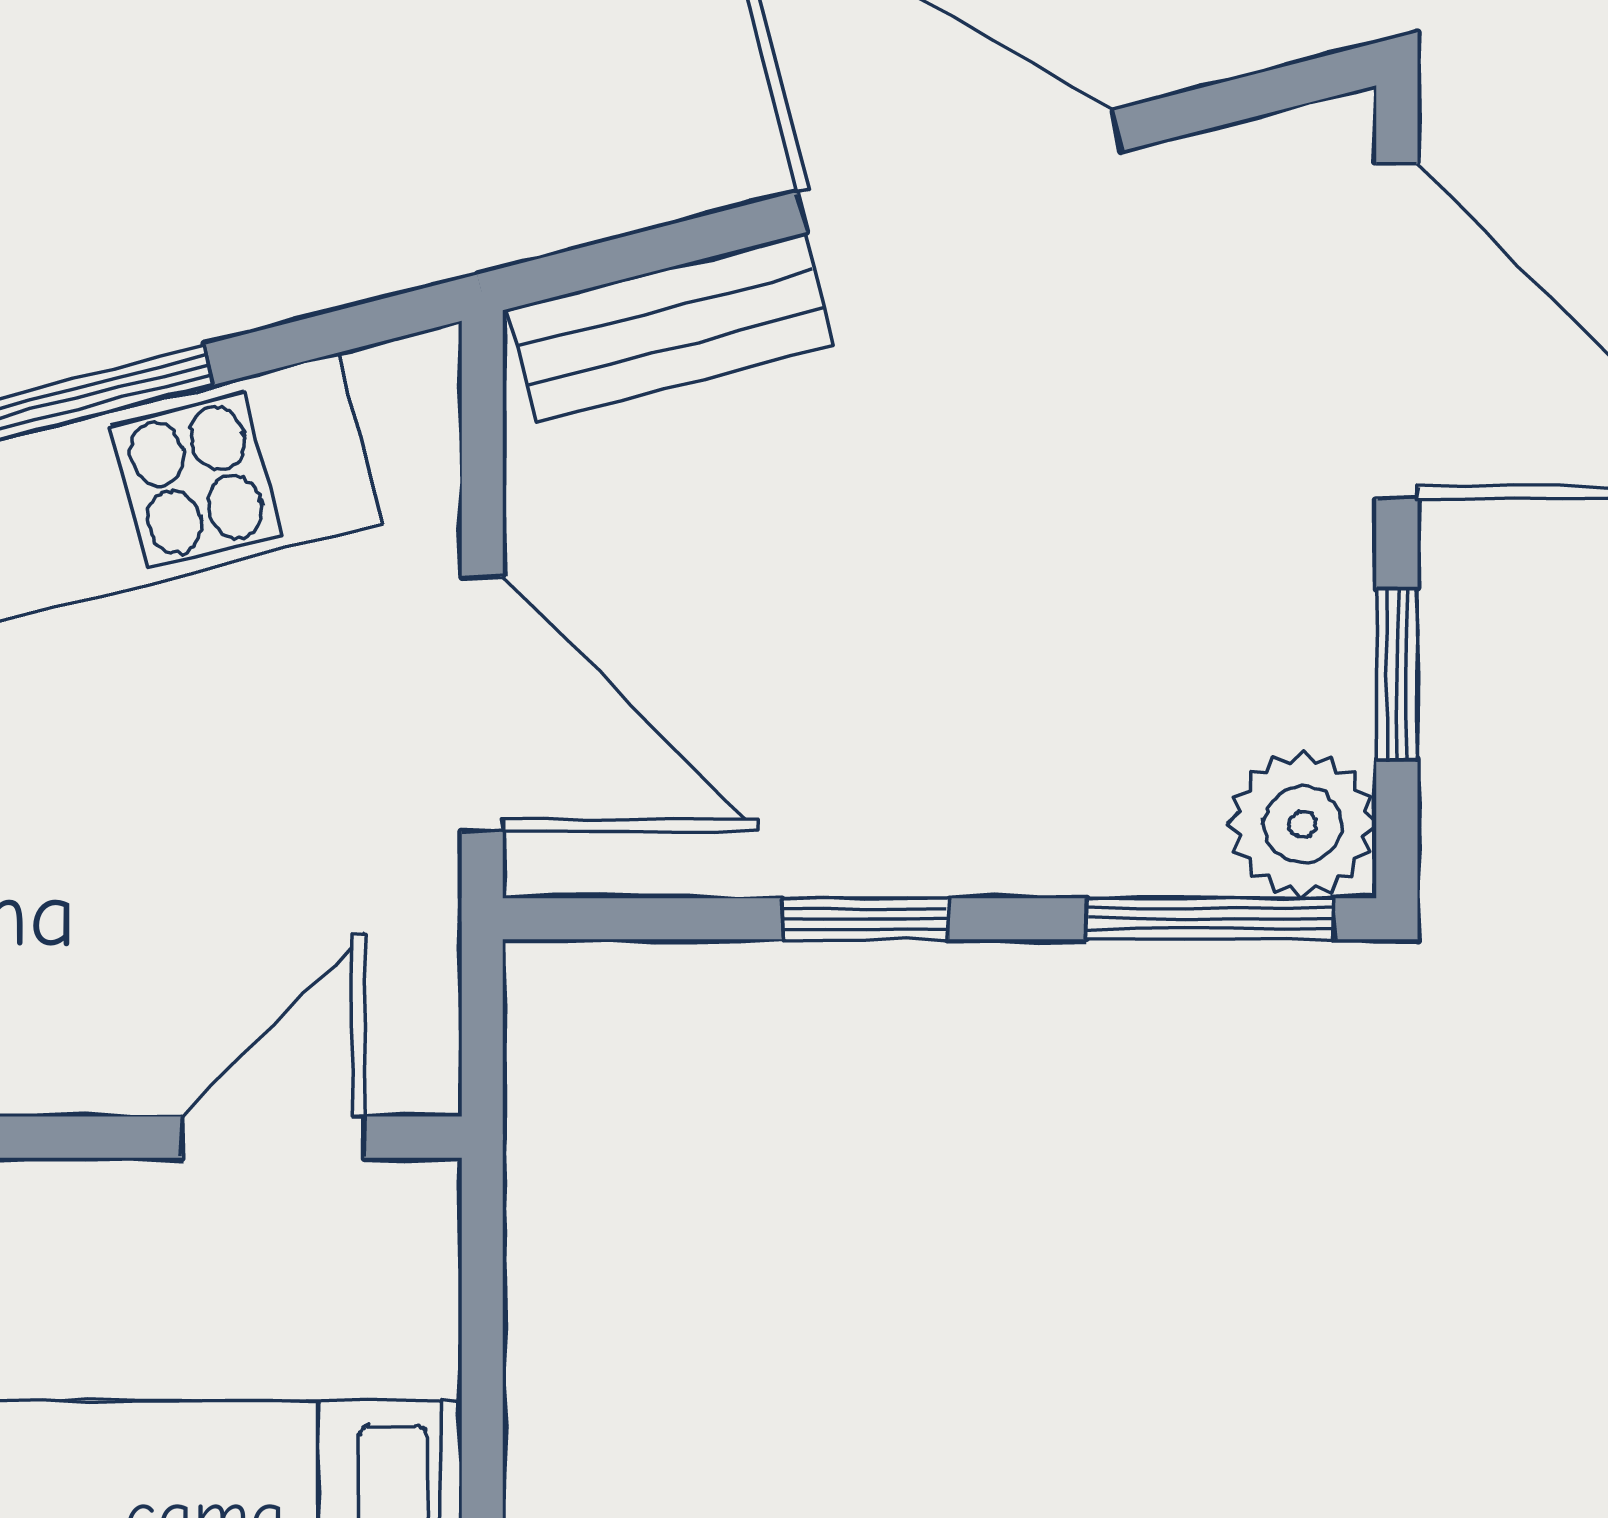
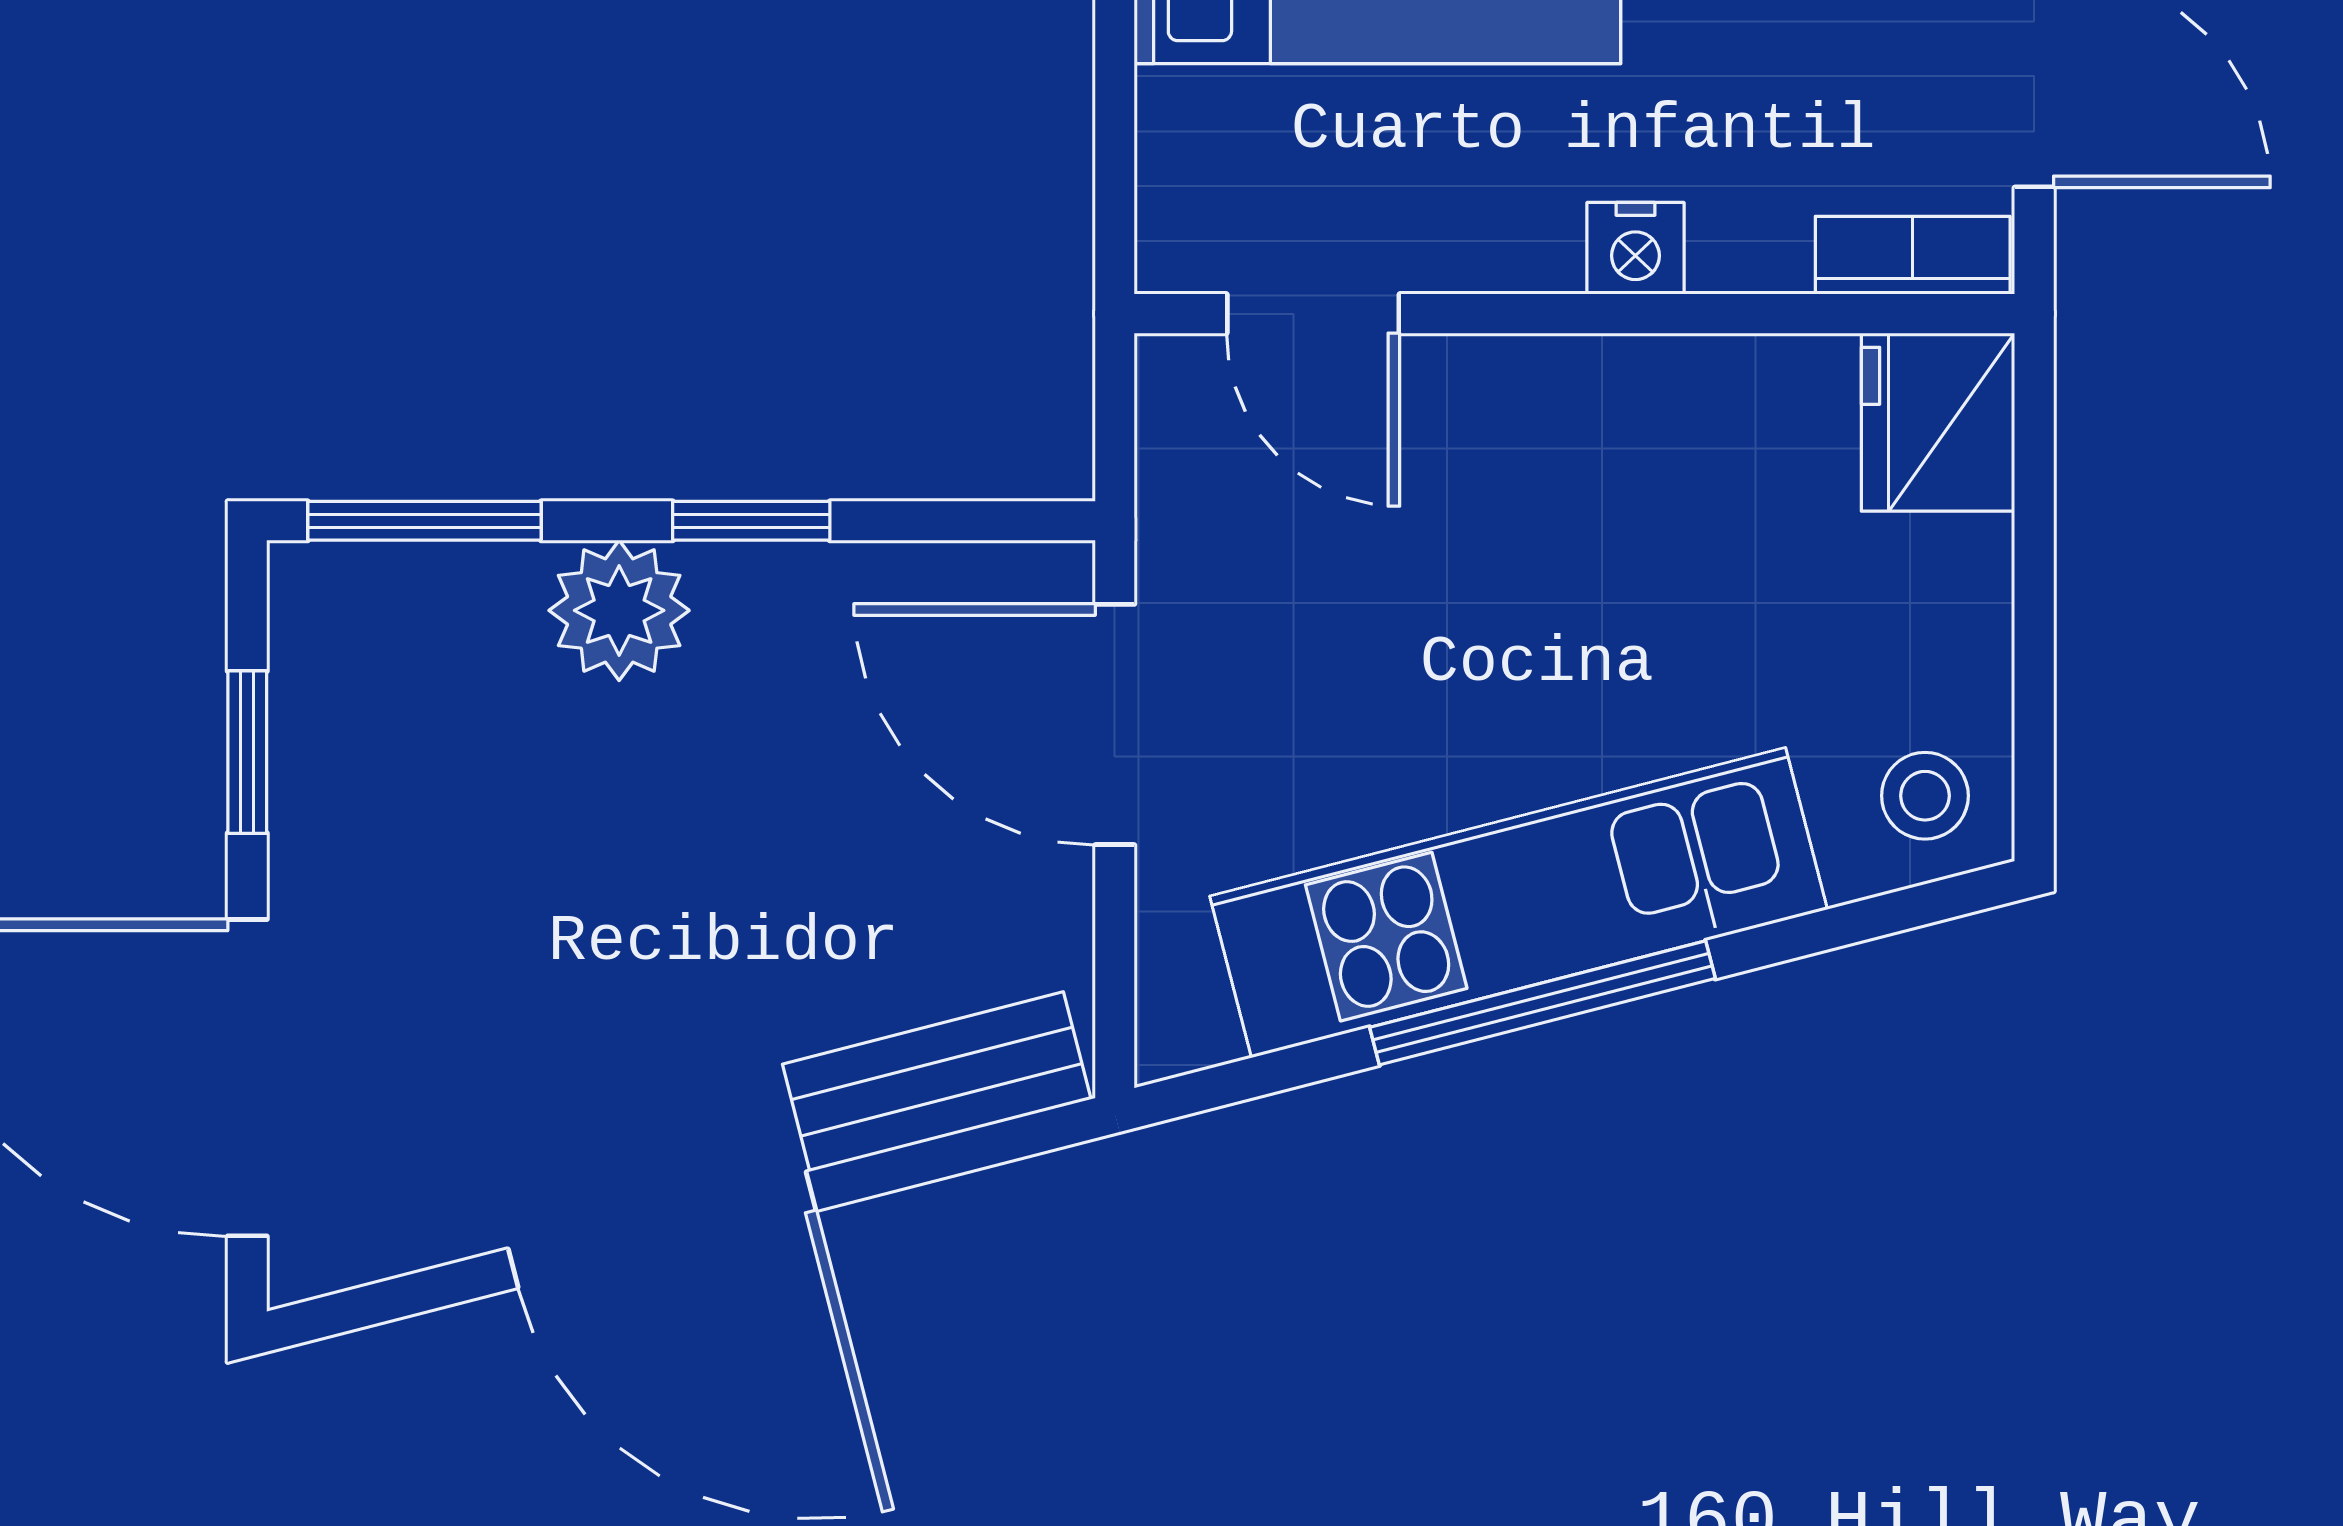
plant: (1302, 824) -> (619, 610), moved
door: (273, 1137) -> (1313, 314), hinge flipped

